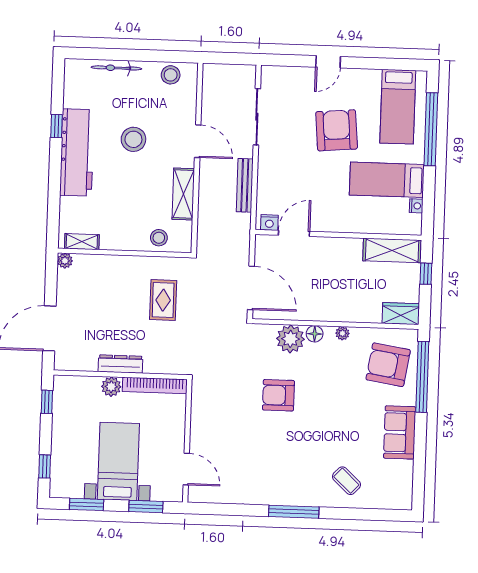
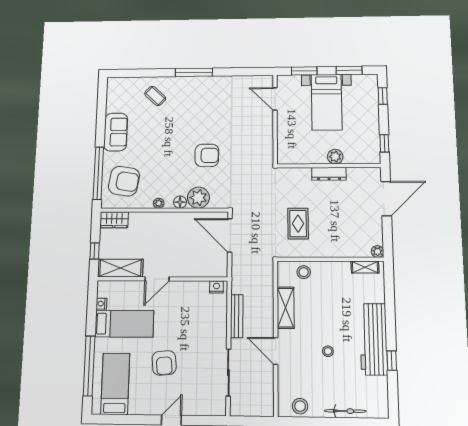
armchair: (337, 130) -> (164, 363), width x0.73, depth x0.73
stool: (133, 139) -> (328, 351), width x0.53, depth x0.53
door: (294, 233) -> (157, 279), moved
bookcase: (155, 386) -> (302, 159), removed

